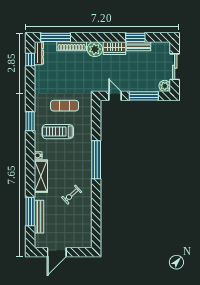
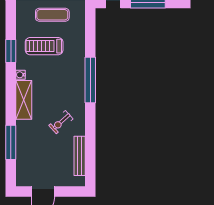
window: (30, 121) -> (11, 51), moved
bench: (39, 217) -> (80, 156), moved

